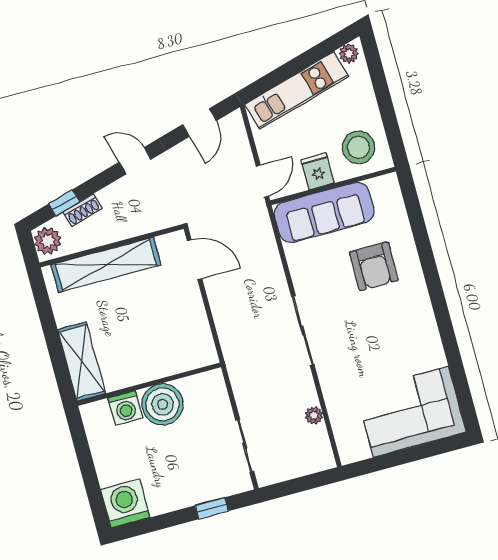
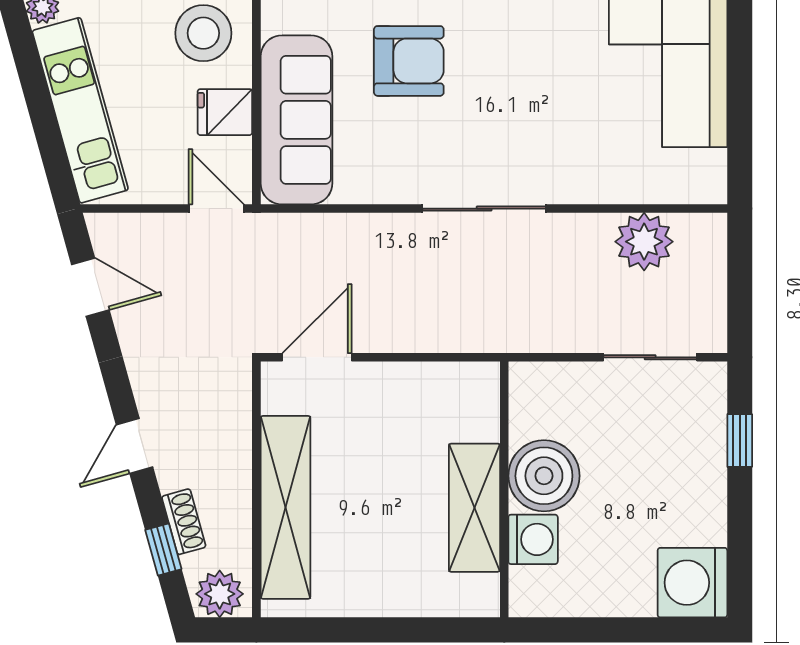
door: (135, 161) -> (134, 446), moved
shelving: (81, 361) -> (474, 508), moved, turned 90
plant: (314, 415) -> (644, 242), width x1.88, depth x1.88

